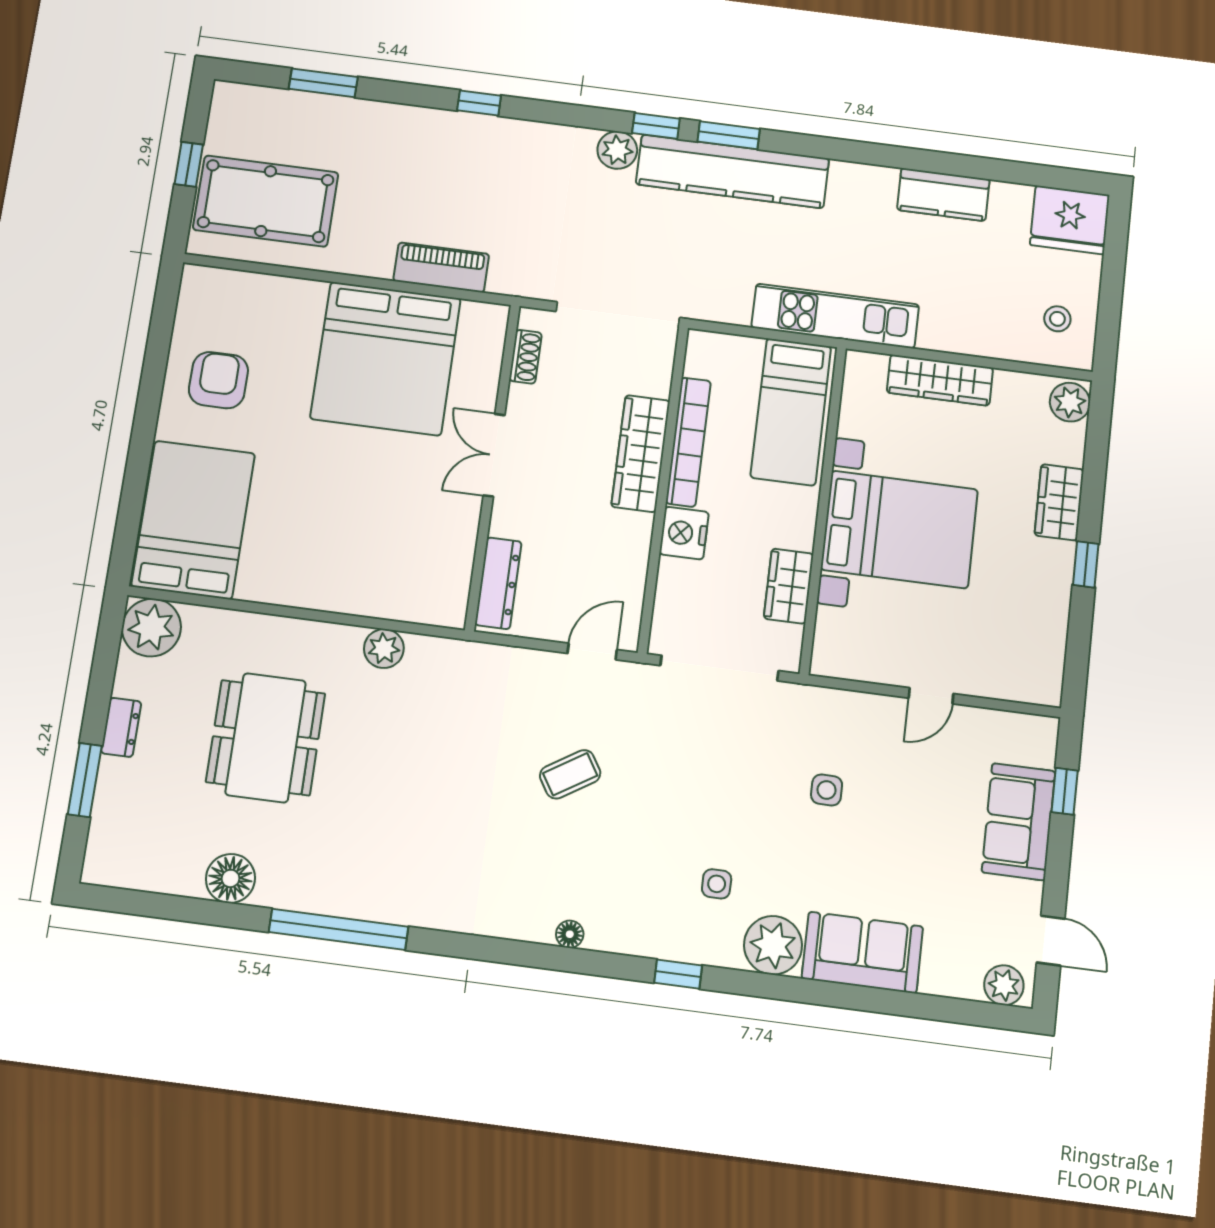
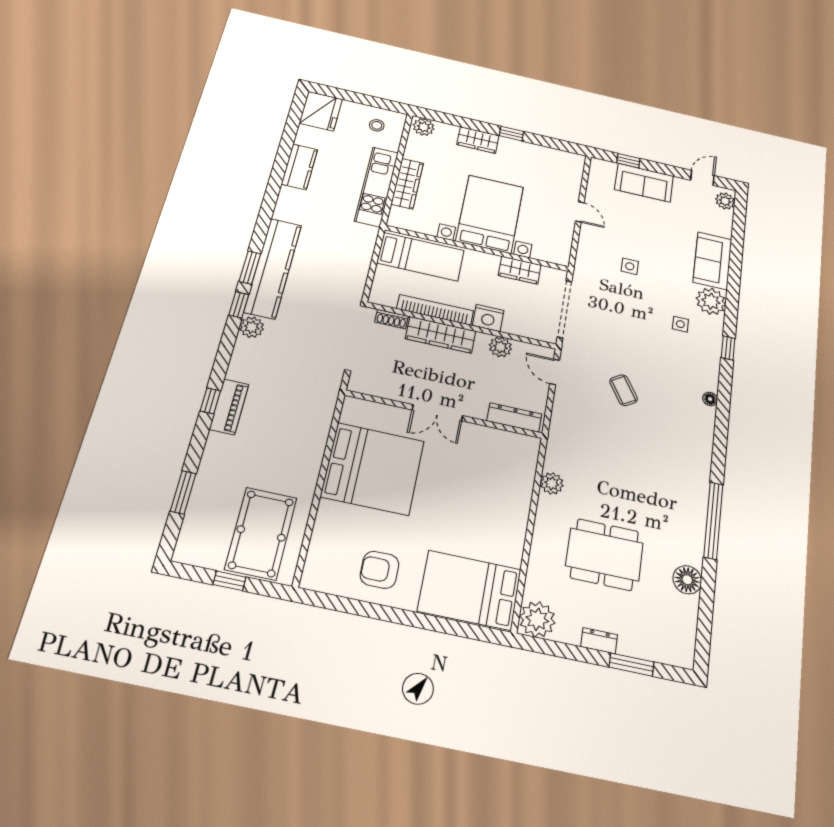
piano: (441, 268) -> (229, 407), moved, turned 180
kitchen unit: (835, 316) -> (377, 187), moved
shoe rack: (525, 357) -> (392, 319), moved, turned 180
plant: (630, 556) -> (500, 347), added

